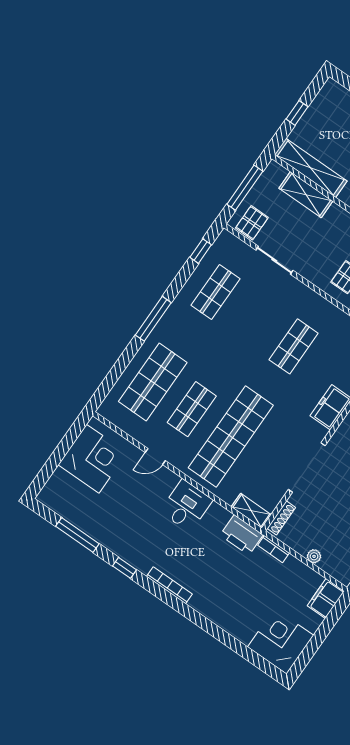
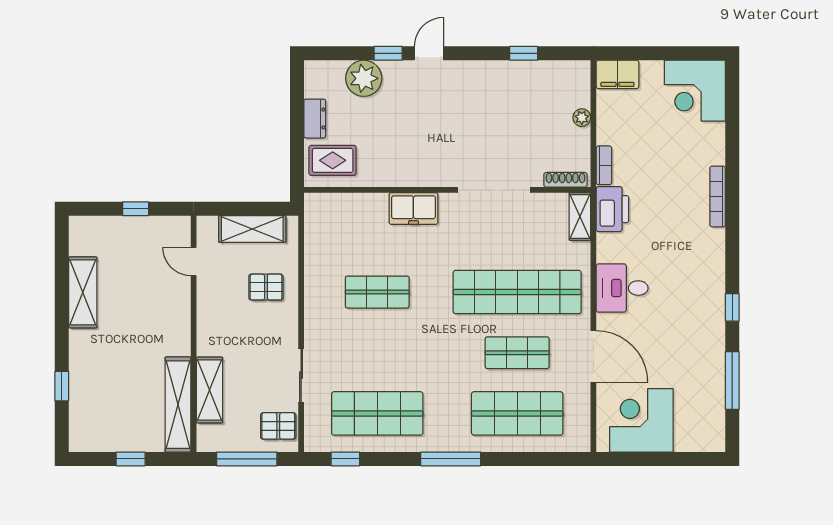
shop shelf: (216, 292) -> (377, 413), width x1.43, depth x1.36
door: (155, 457) -> (593, 356), width x1.87
bookcase: (169, 585) -> (718, 196), moved

